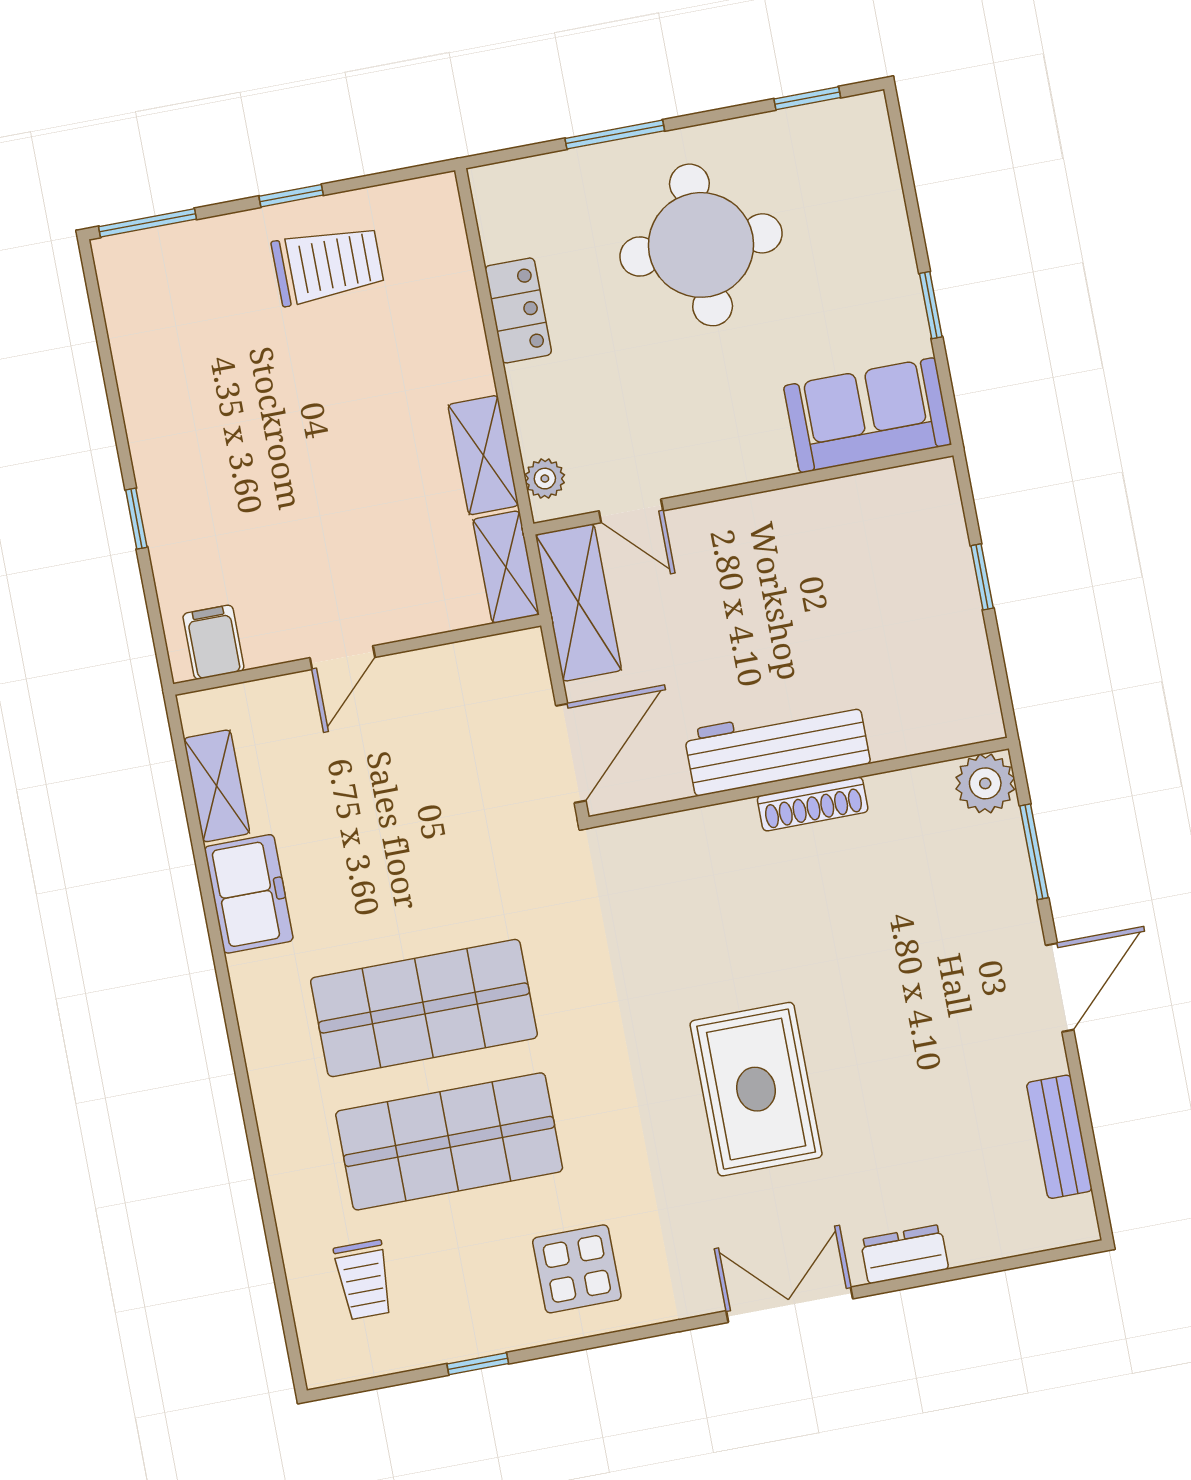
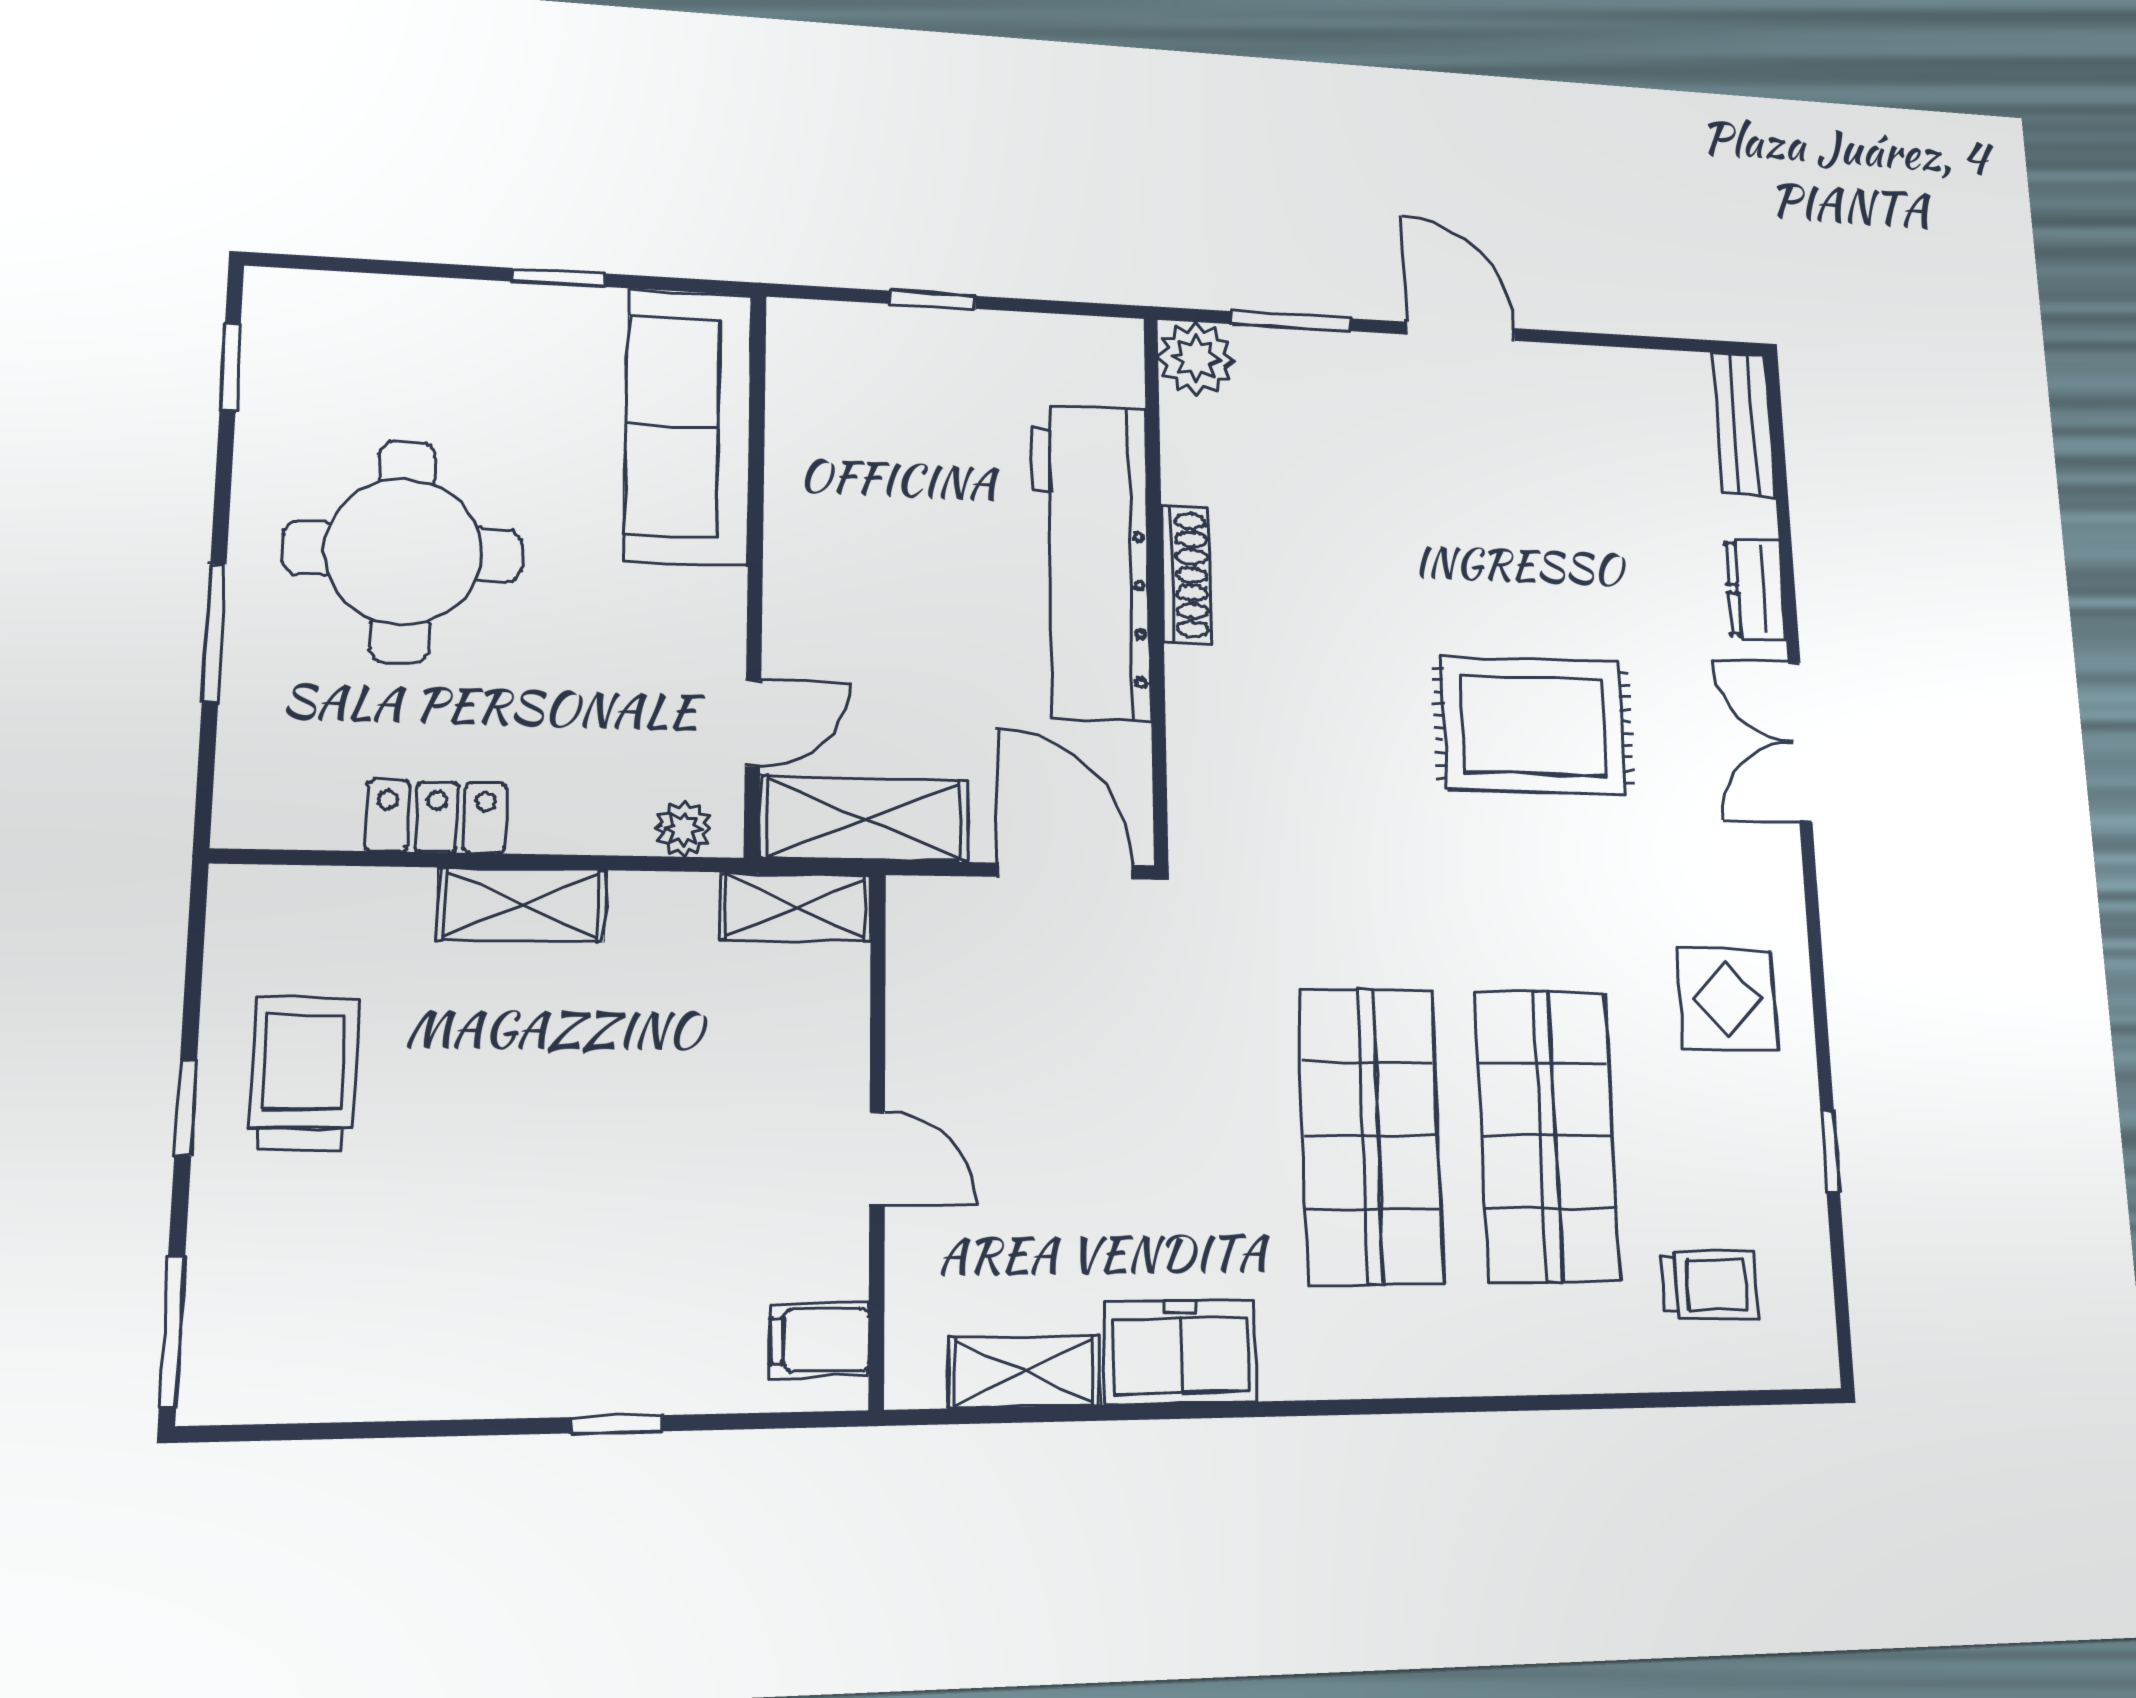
sofa: (867, 415) -> (689, 427), width x1.36
shelving: (483, 455) -> (522, 905), moved
workbench: (777, 747) -> (1090, 561), width x1.36, depth x1.32
bench: (1059, 1137) -> (1744, 424), moved, turned 90

